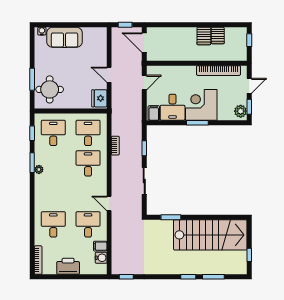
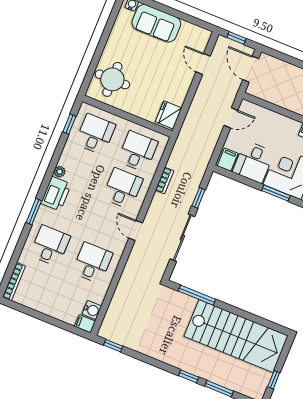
door: (109, 75) -> (203, 64), moved
window: (32, 79) -> (96, 58), removed
window: (32, 163) -> (34, 212), moved
sliding door: (144, 181) -> (182, 238), width x1.37
door: (109, 204) -> (136, 230), moved
window: (171, 217) -> (197, 295), width x1.44
filing cabinet: (100, 246) -> (85, 324), moved
printer: (68, 266) -> (56, 194), moved, turned 90

